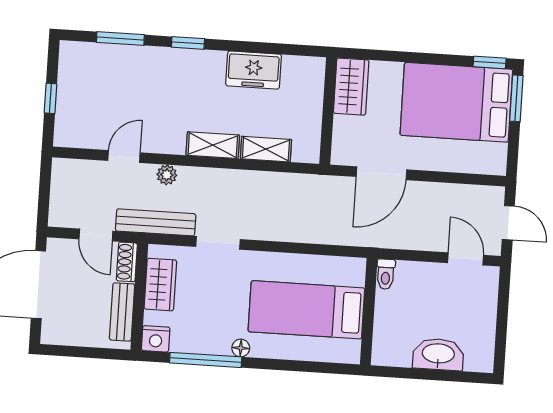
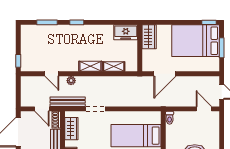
freezer: (254, 70) -> (126, 32), moved
window: (50, 98) -> (18, 61), moved
window: (516, 98) -> (222, 48), moved
door: (124, 157) -> (52, 74), swing flipped

